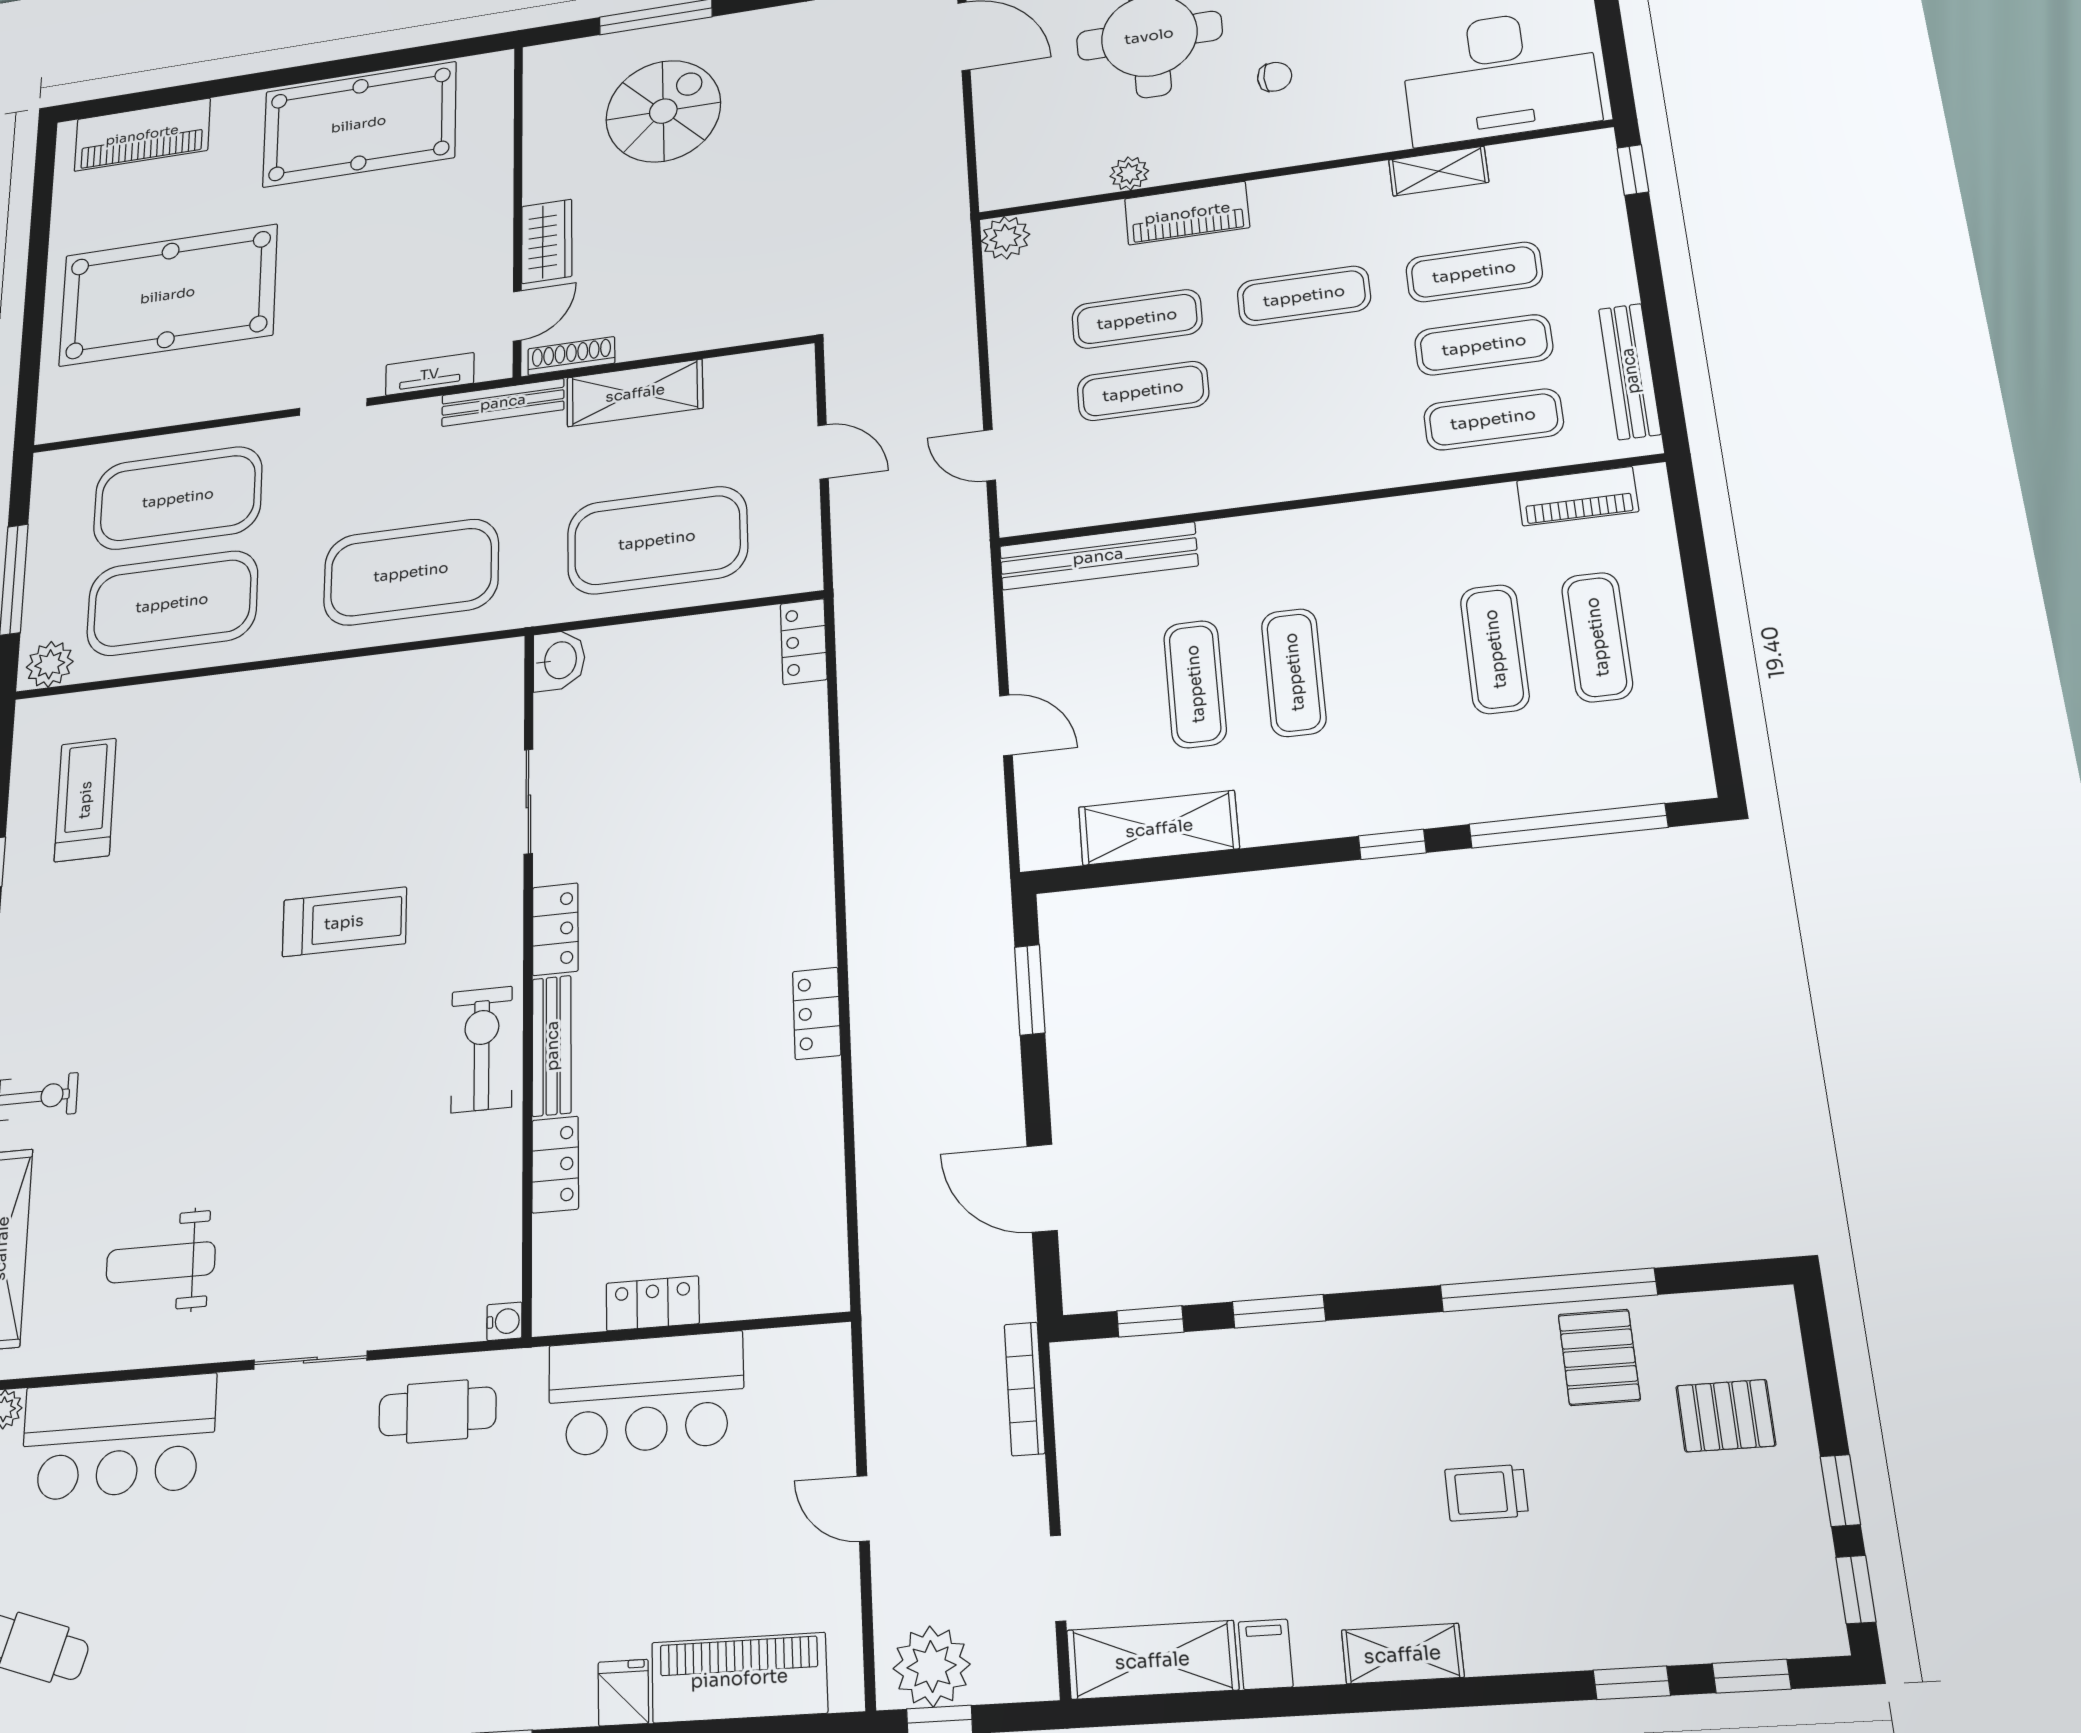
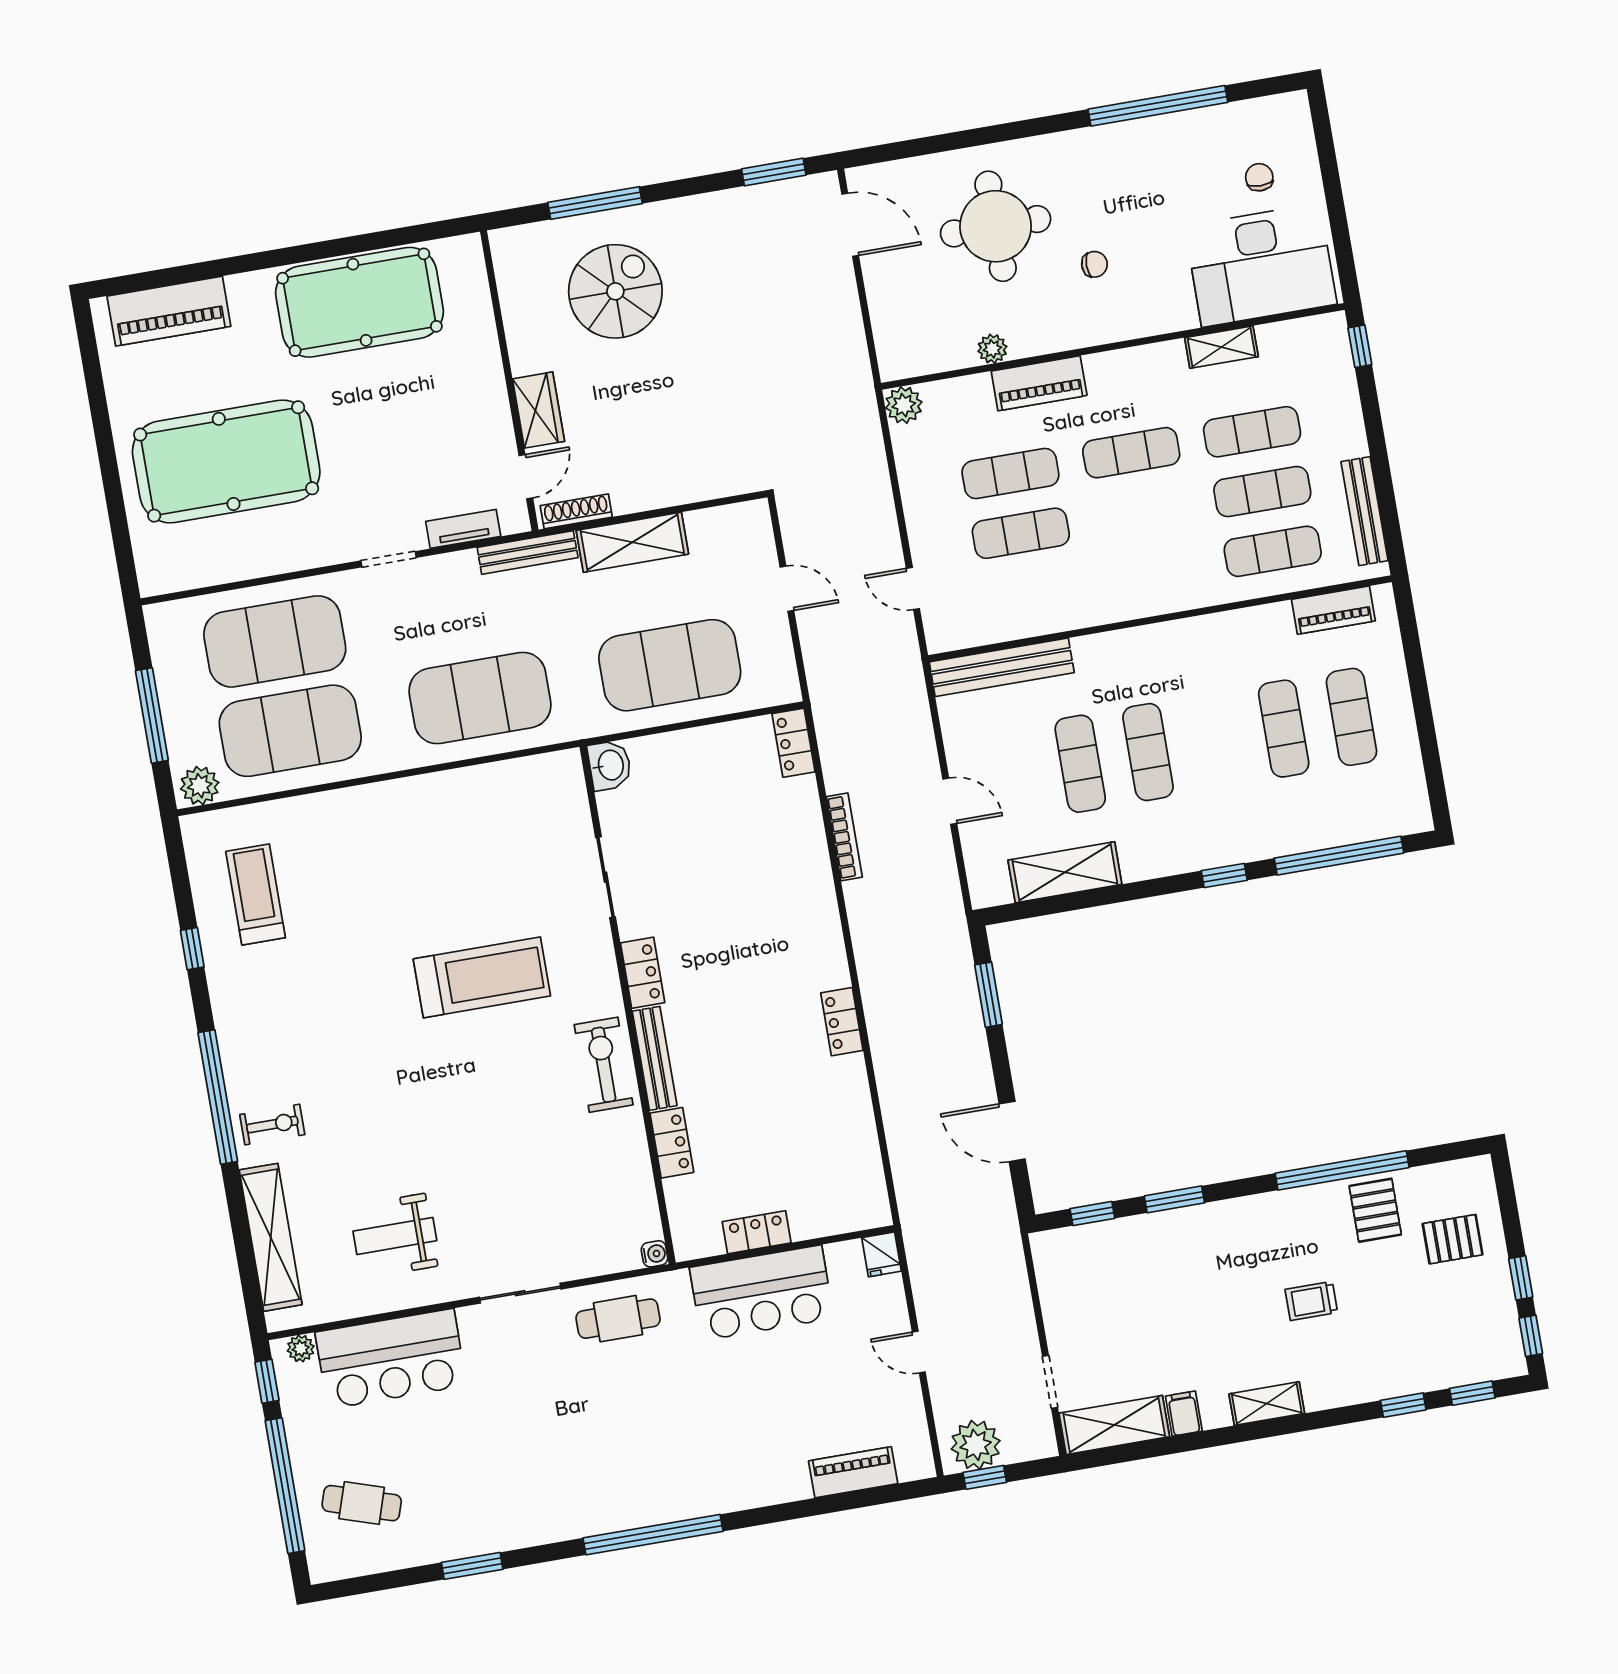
treadmill: (344, 922) -> (482, 977), width x1.37, depth x1.38
bookcase: (1025, 1389) -> (844, 837), moved, turned 180
piano: (739, 1678) -> (853, 1472), width x0.73, depth x0.75
fridge: (623, 1693) -> (881, 1254), moved, turned 180

